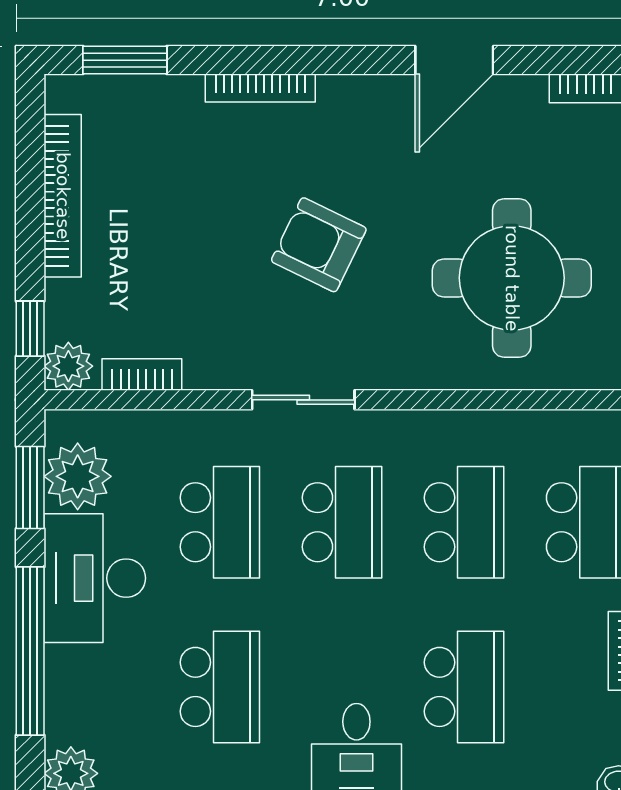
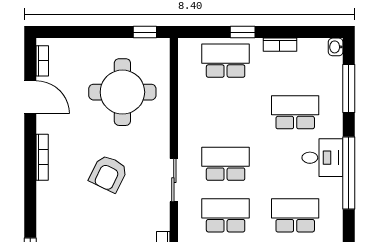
door: (454, 60) -> (30, 97), moved
bookcase: (260, 88) -> (42, 157), moved
school desk: (464, 522) -> (226, 112), removed

